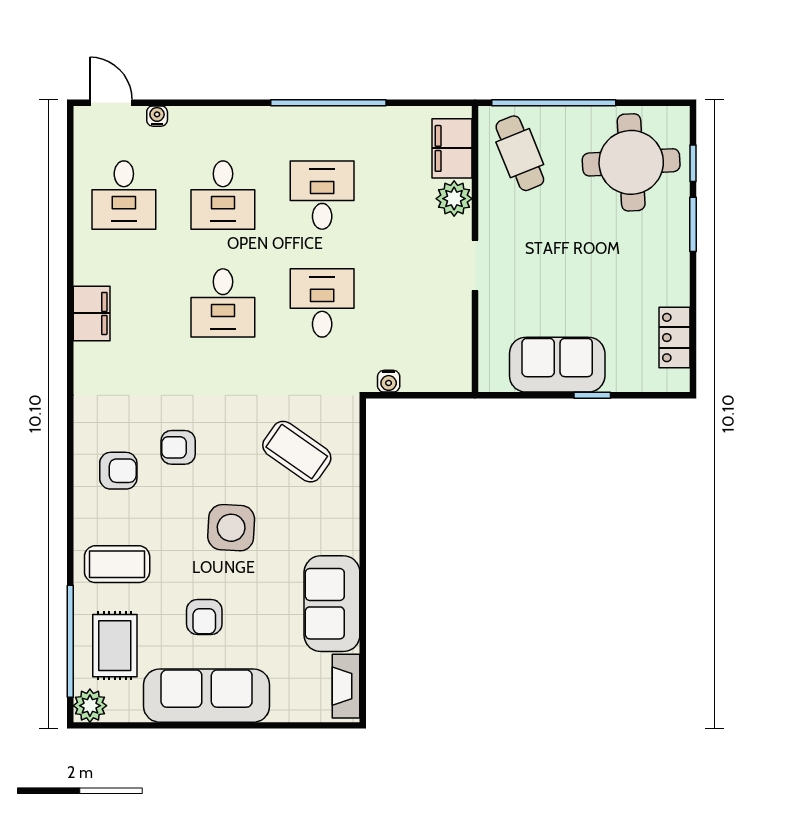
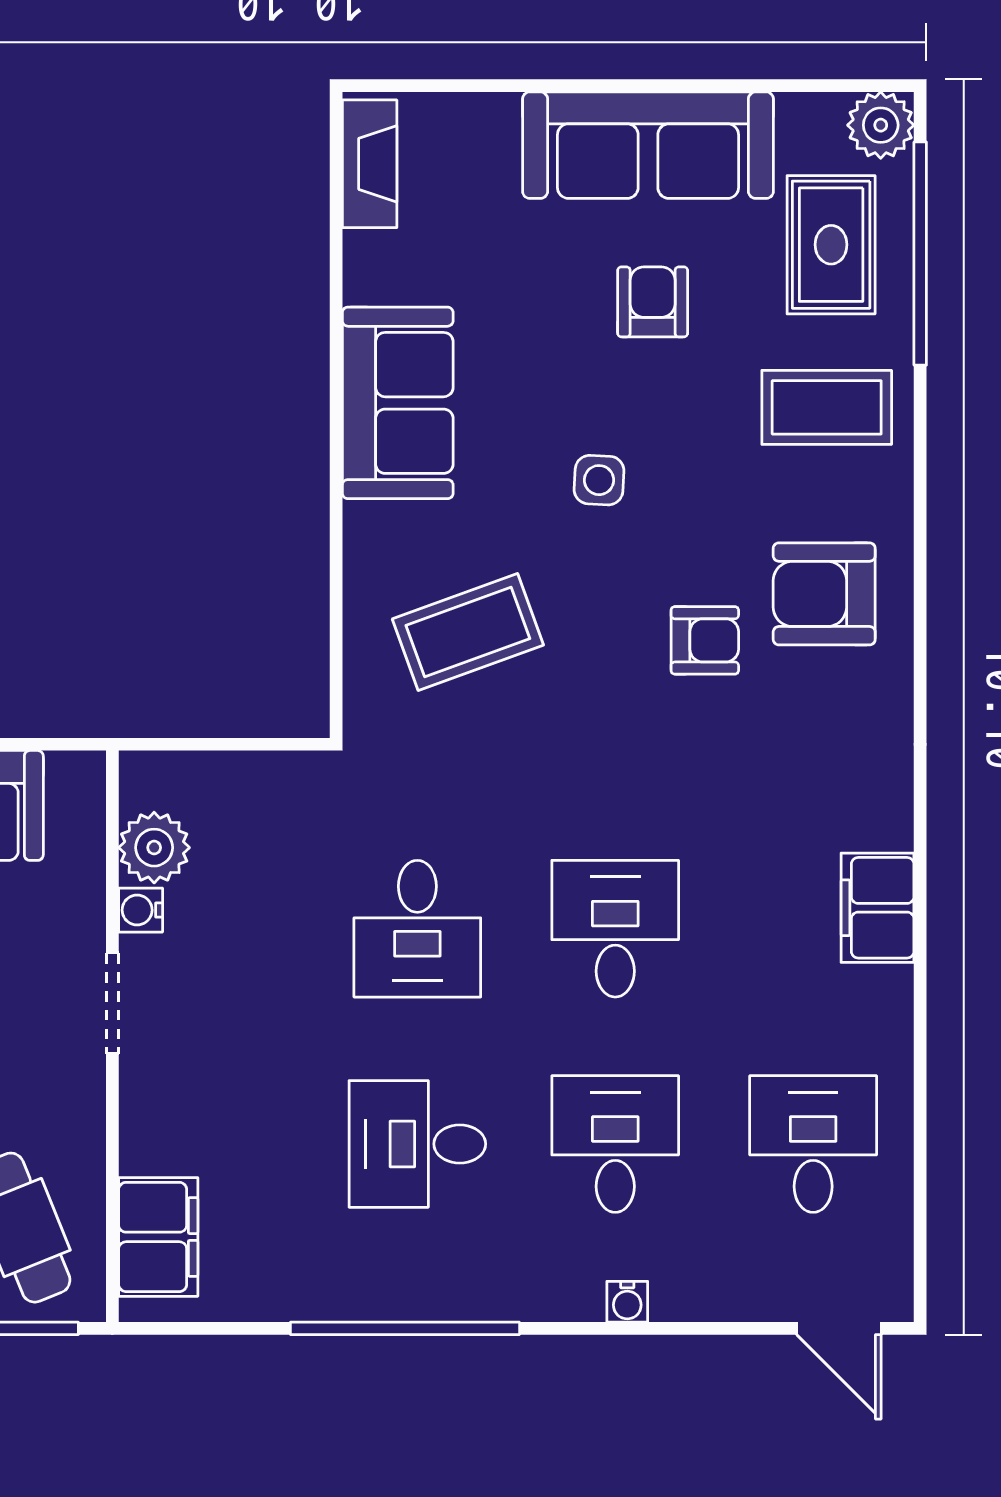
water cooler: (157, 116) -> (627, 1302), moved
desk: (322, 195) -> (417, 1144), turned 90
plant: (454, 199) -> (154, 848), moved
water cooler: (389, 381) -> (141, 910), moved, turned -90
coffee table: (297, 452) -> (468, 632), turned -55
armchair: (118, 471) -> (824, 594), width x1.38, depth x1.38
side table: (231, 528) -> (599, 480), width x0.54, depth x0.54
sofa: (332, 604) -> (398, 403), moved

